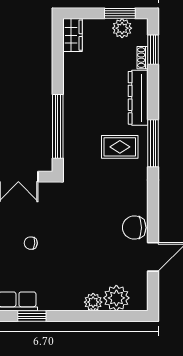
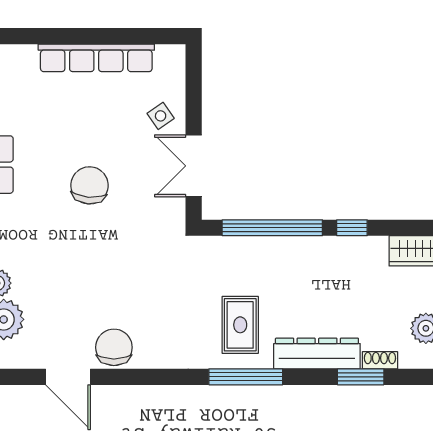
window: (153, 50) -> (361, 377), moved
window: (58, 75) -> (352, 228), added
chair: (31, 243) -> (90, 185), width x1.87, depth x1.87

